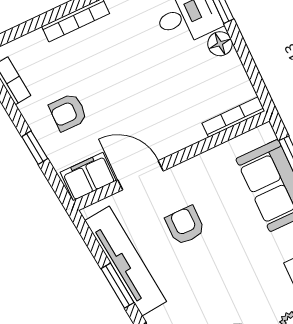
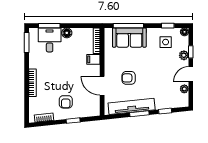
door: (141, 175) -> (102, 86), hinge flipped
filing cabinet: (88, 176) -> (93, 59), moved, width x0.50

